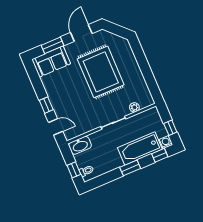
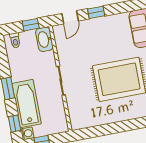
plant: (134, 107) -> (73, 107), removed
window: (74, 170) -> (31, 25), moved

